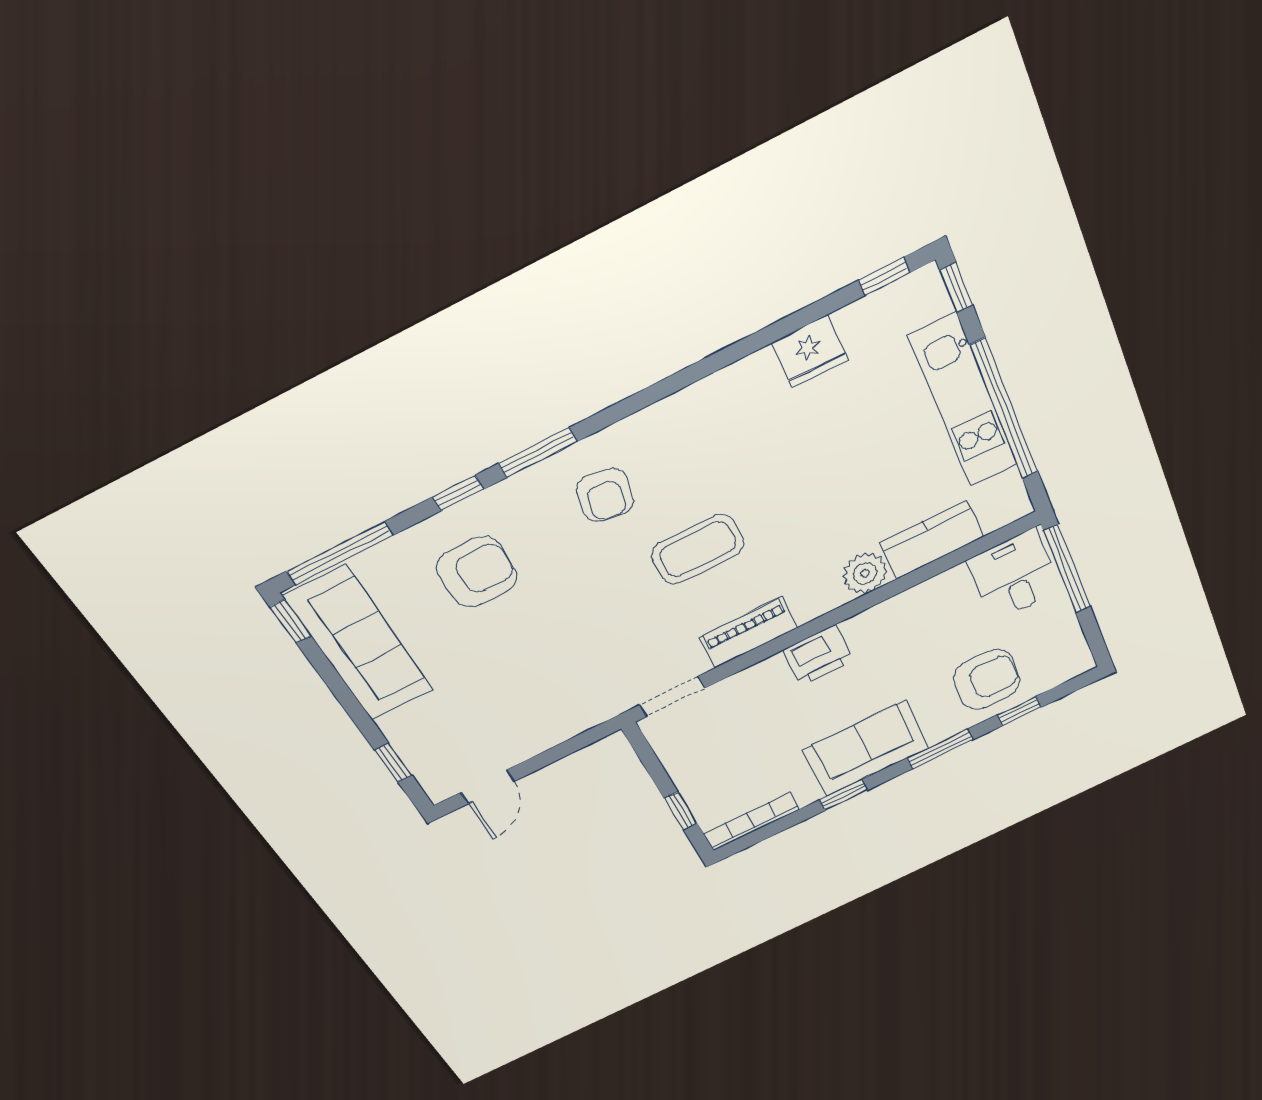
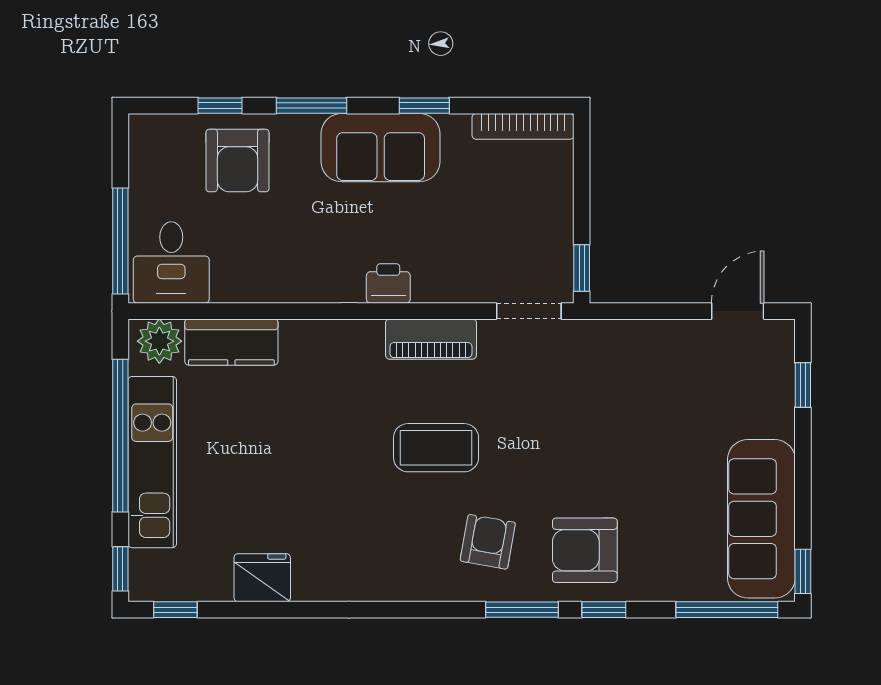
armchair: (477, 572) -> (585, 550), moved
plant: (865, 573) -> (159, 341), moved
printer: (818, 655) -> (388, 283), width x0.73, depth x0.81
armchair: (987, 680) -> (237, 160), turned -90
window: (681, 811) -> (582, 268), moved

